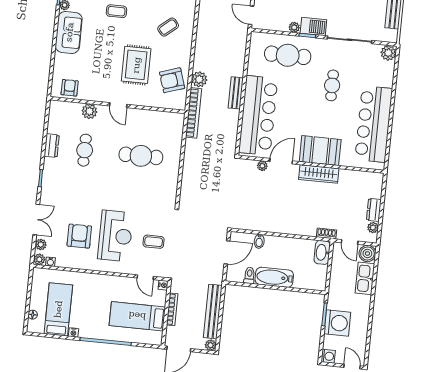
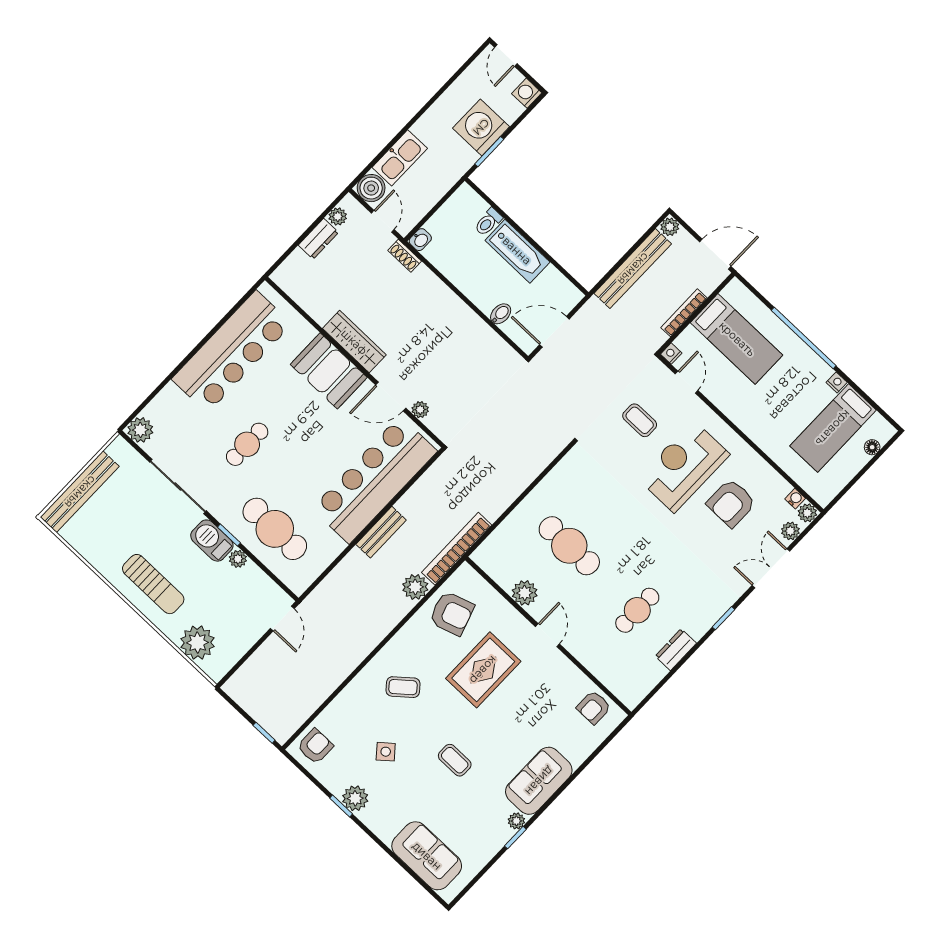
plant: (89, 111) -> (525, 593), moved
washbasin: (322, 252) -> (420, 240), width x0.52, depth x0.69
toilet: (249, 275) -> (488, 222), moved

